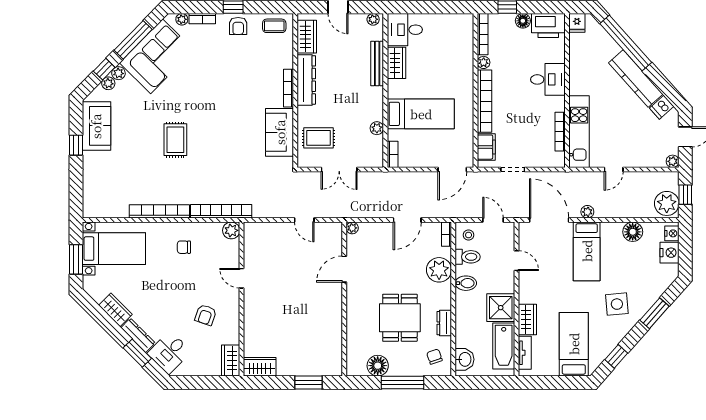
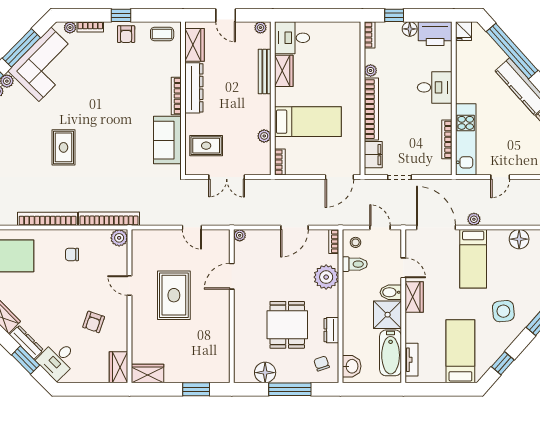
bookcase: (483, 34) -> (370, 35), width x0.64
bidet: (466, 283) -> (391, 292), moved, turned 180
rug: (286, 288) -> (174, 295), added
wardrobe: (527, 320) -> (414, 297), moved

